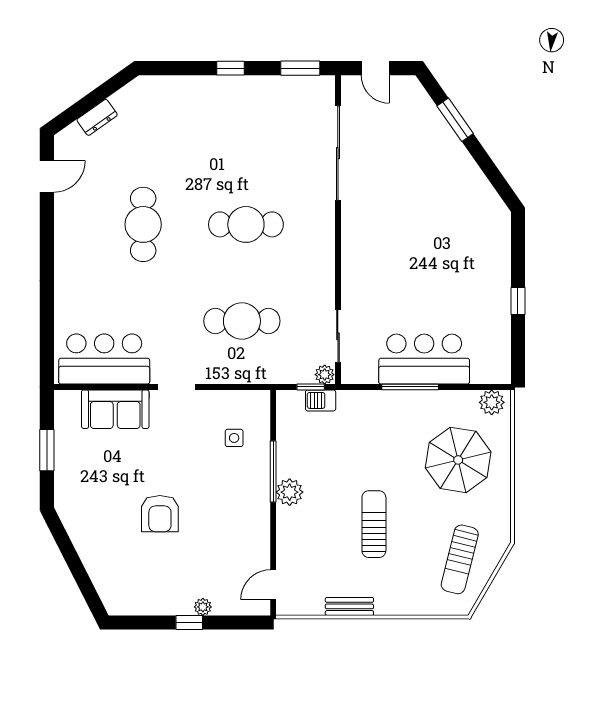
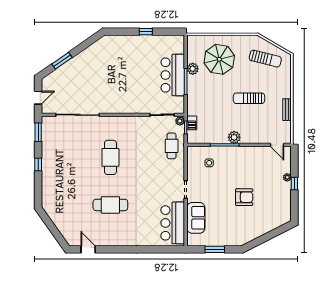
dresser: (97, 117) -> (61, 226), removed
cafe table: (242, 321) -> (172, 146), moved, width x0.73, depth x0.74
plant: (492, 402) -> (193, 69), moved

